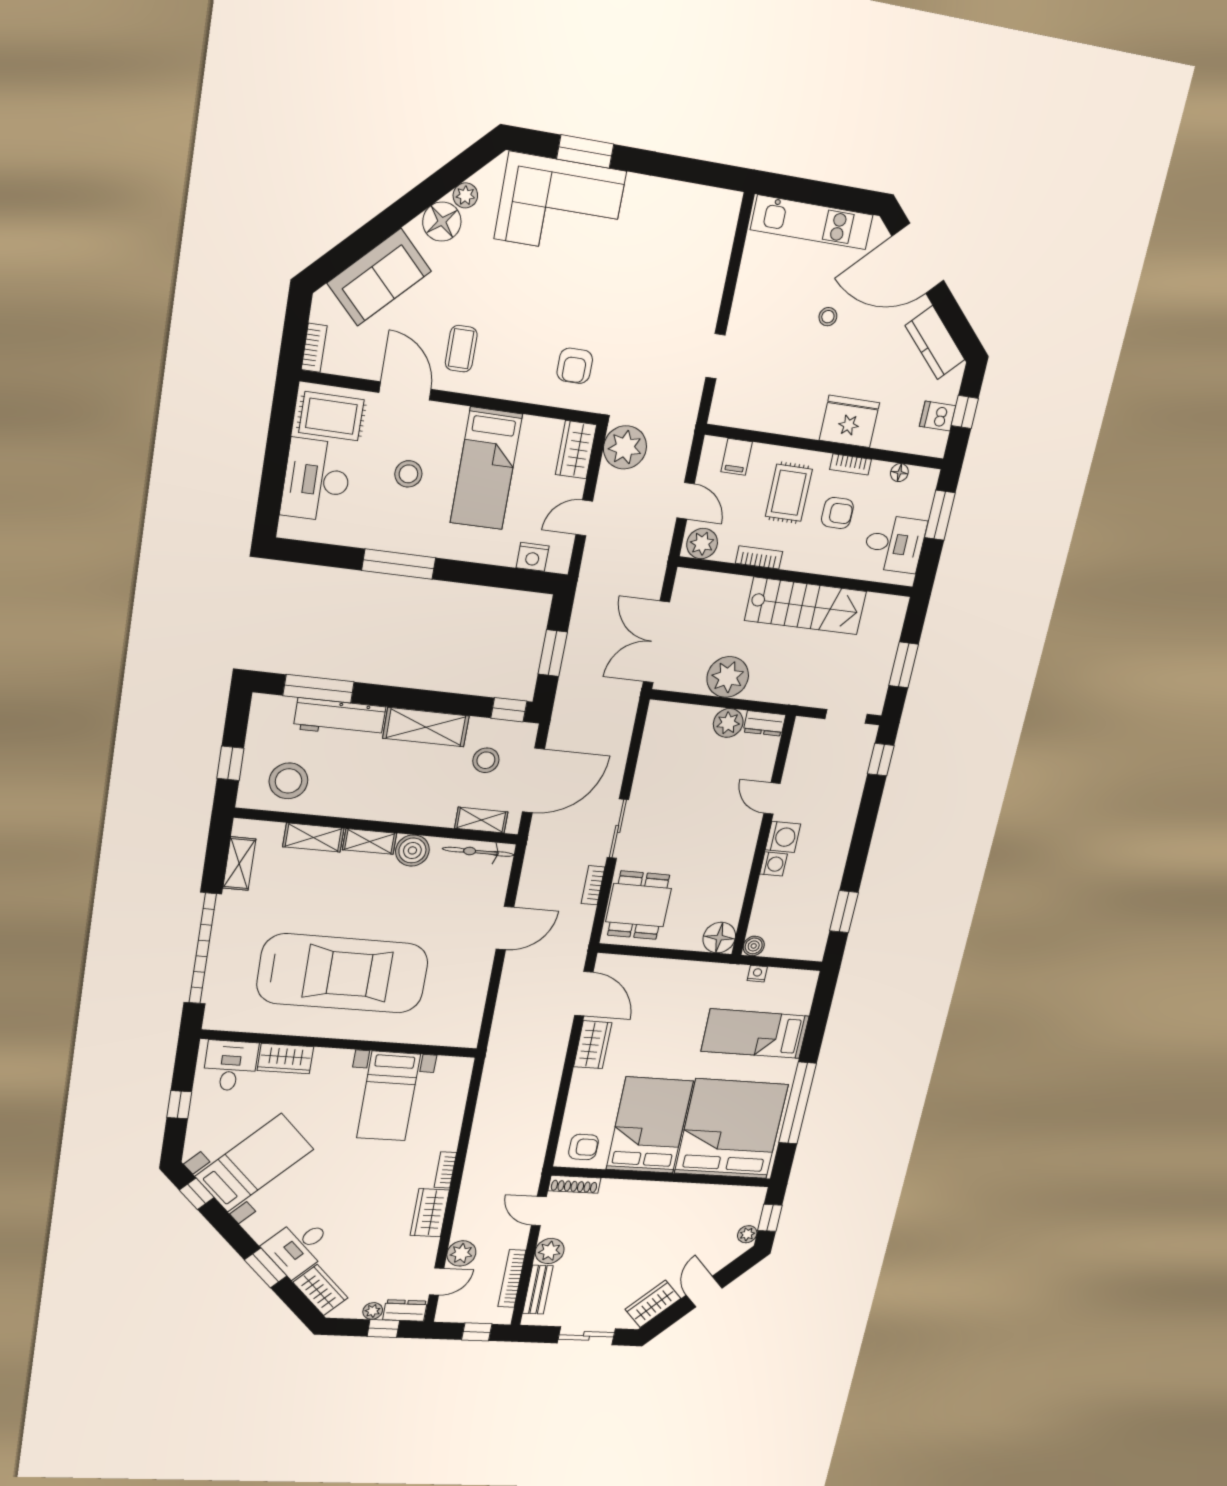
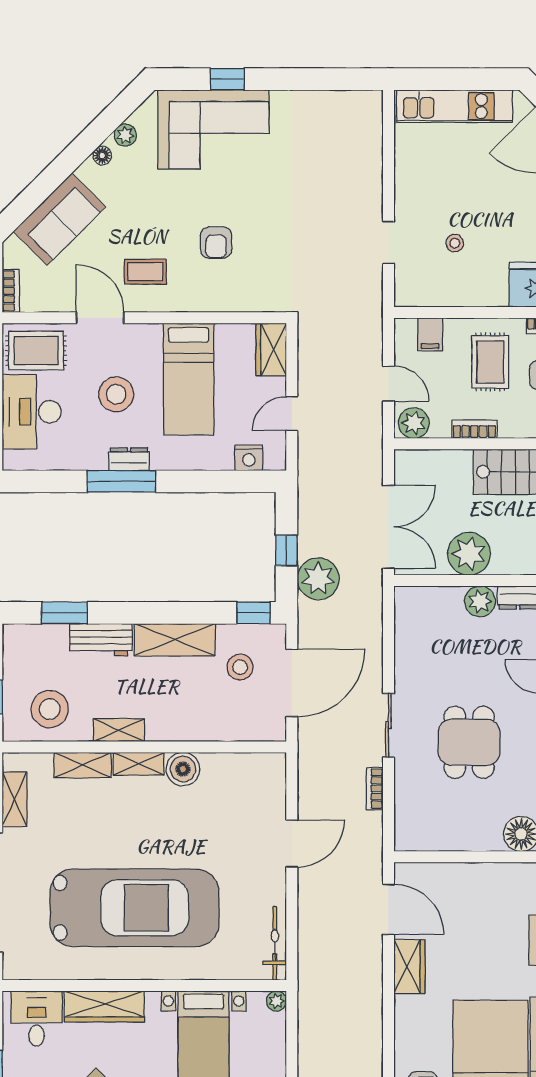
window: (585, 152) -> (227, 79), width x0.67
floor lamp: (442, 222) -> (102, 156), width x0.53, depth x0.53
stool: (828, 317) -> (455, 243), moved
coffee table: (461, 349) -> (145, 272), turned 90
armchair: (575, 366) -> (216, 243), moved
plant: (625, 447) -> (318, 579), moved
stool: (408, 474) -> (116, 394), width x1.38, depth x1.38
dresser: (411, 543) -> (129, 459), added
double door: (656, 642) -> (388, 527), swing flipped
window: (553, 653) -> (286, 550), width x0.67
window: (319, 689) -> (64, 613), width x0.69
workbench: (340, 718) -> (101, 640), width x0.73
shelving: (481, 820) -> (119, 730), moved
bicycle: (478, 852) -> (275, 943), moved, turned 90
dining table: (639, 905) -> (469, 742), moved
wardrobe: (285, 1059) -> (104, 1006), width x1.50
plant: (464, 1066) -> (276, 1001), added

